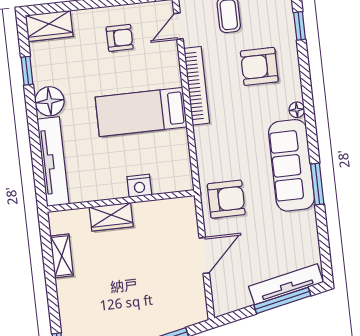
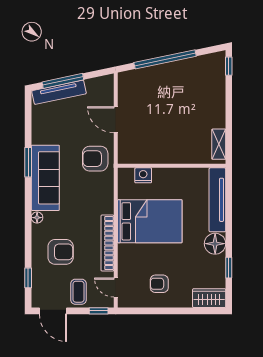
door: (179, 26) -> (116, 288), swing flipped
bed: (141, 112) -> (150, 221), width x1.50
nightstand: (139, 186) -> (143, 175), moved
wardrobe: (111, 217) -> (180, 155), removed
door: (204, 255) -> (116, 120), hinge flipped
shelving: (62, 256) -> (219, 144), moved

